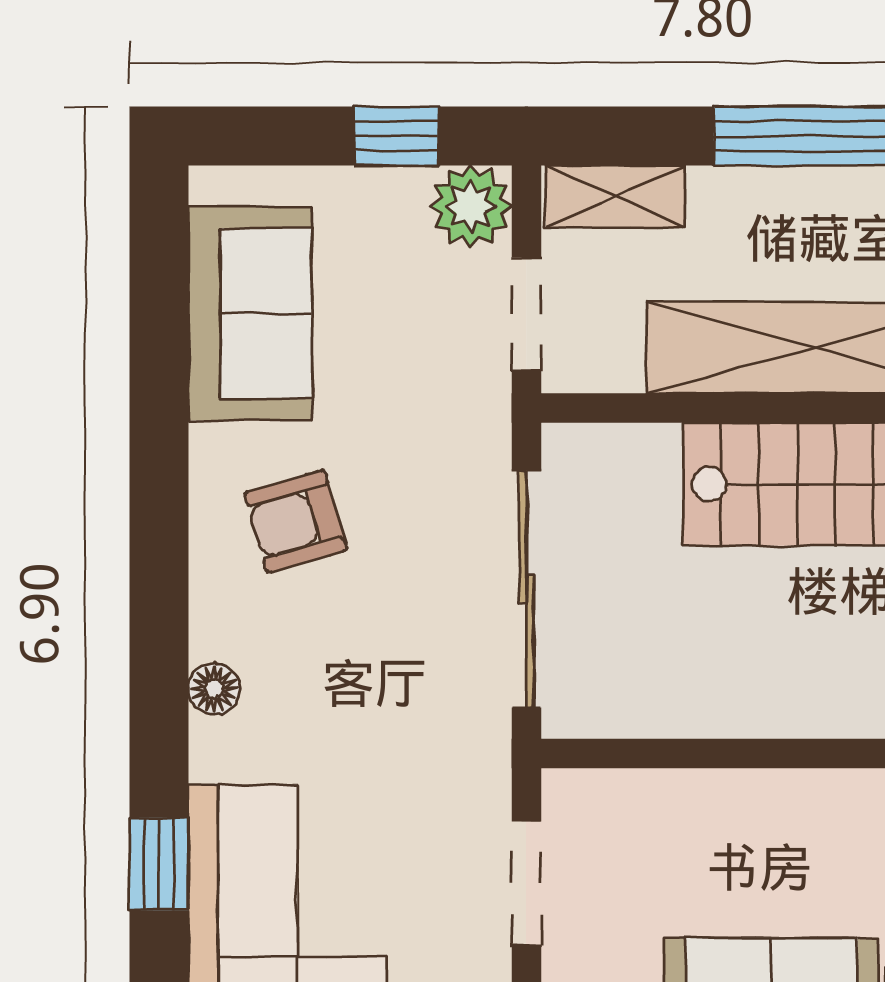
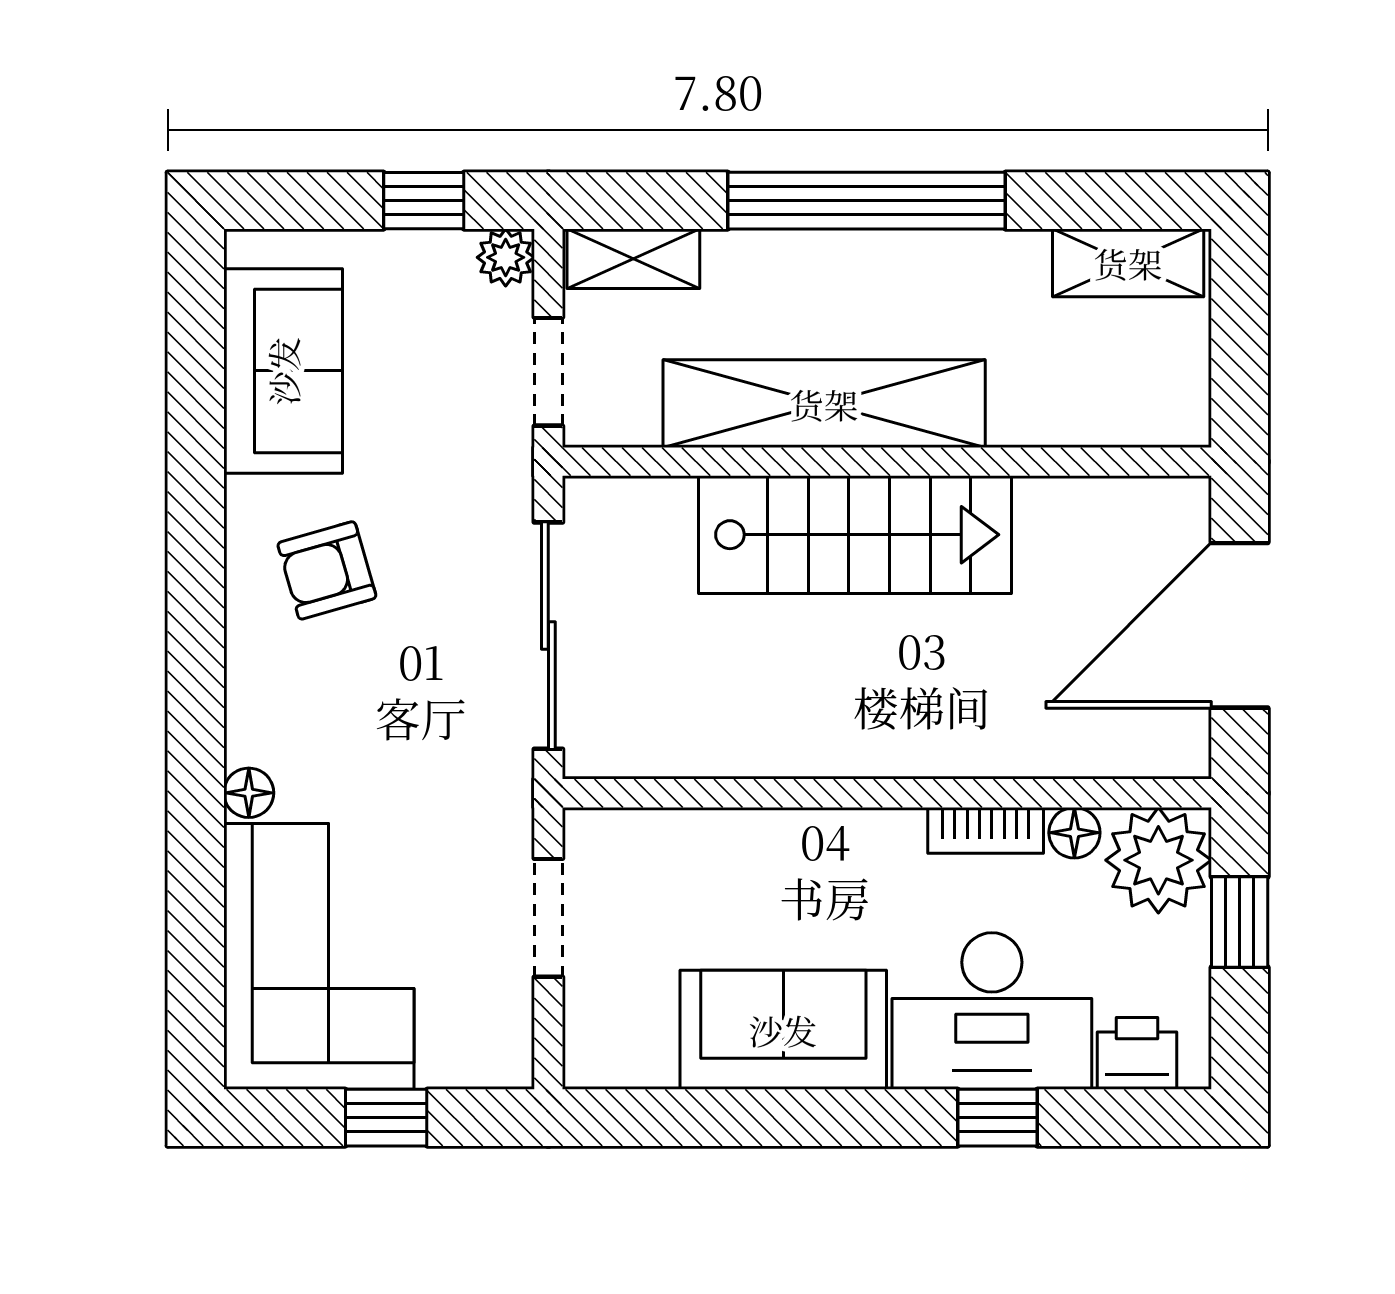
plant: (471, 206) -> (506, 257), width x0.73, depth x0.73
floor lamp: (214, 689) -> (249, 793), moved
window: (159, 864) -> (196, 899), removed

